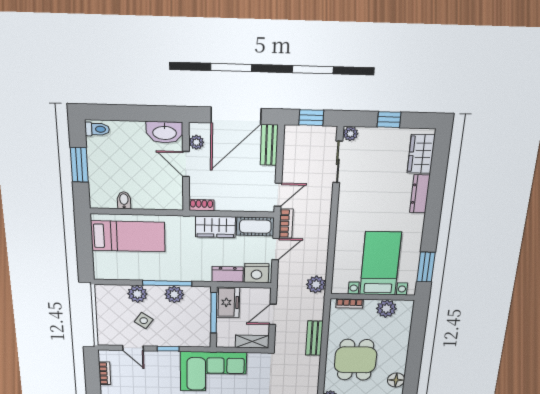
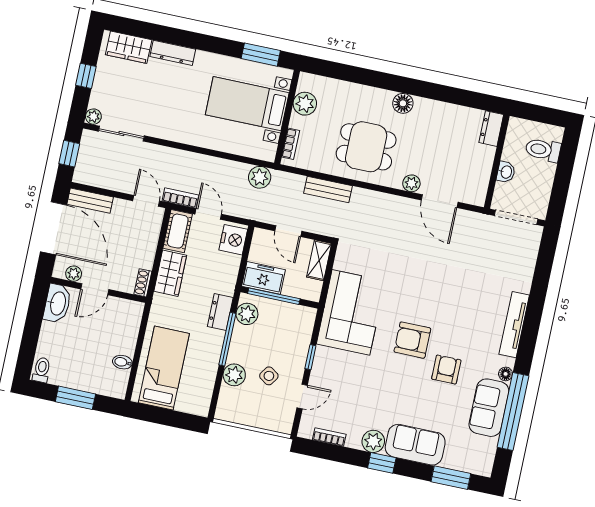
dresser: (228, 274) -> (220, 312), moved
plant: (174, 294) -> (247, 314), moved

